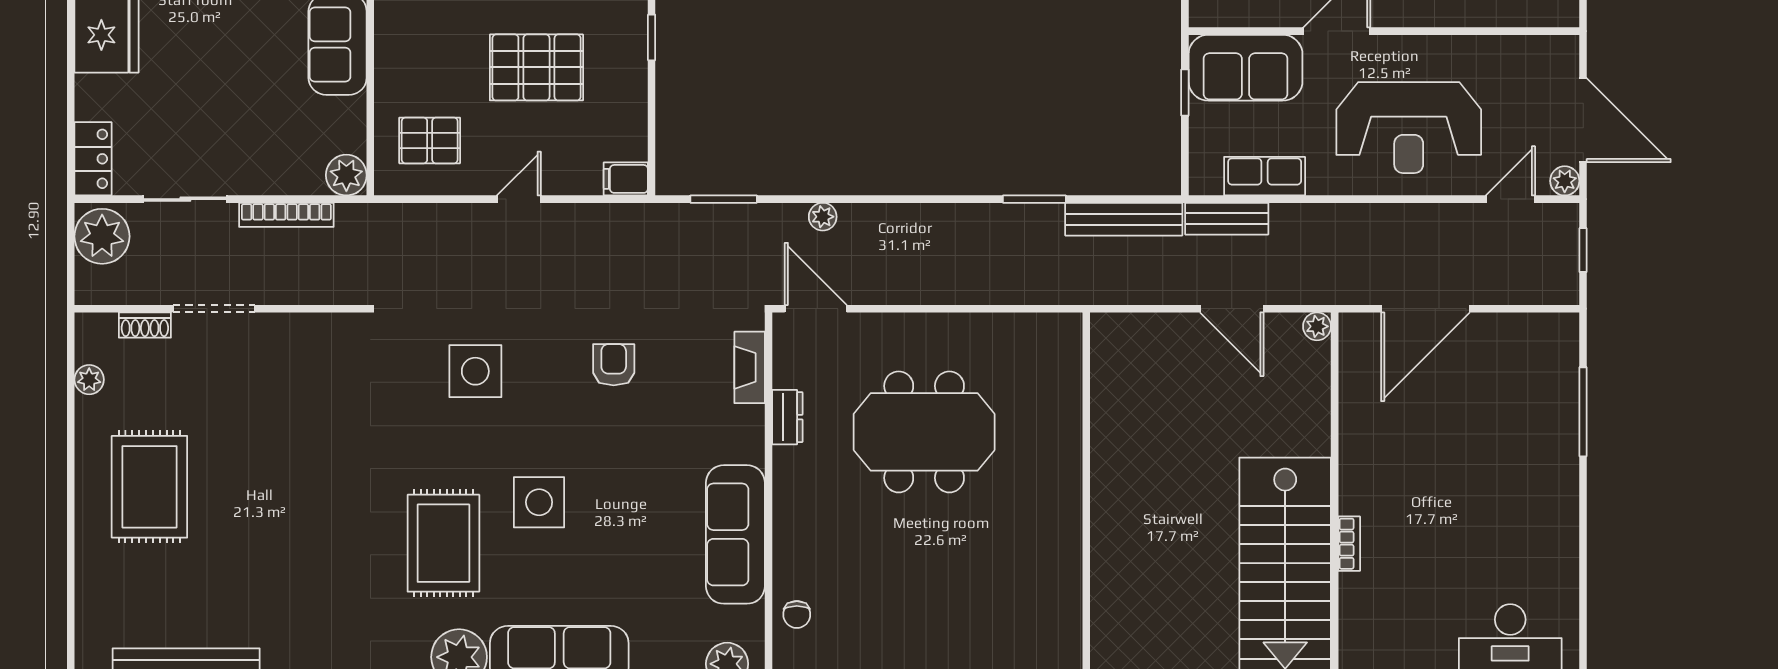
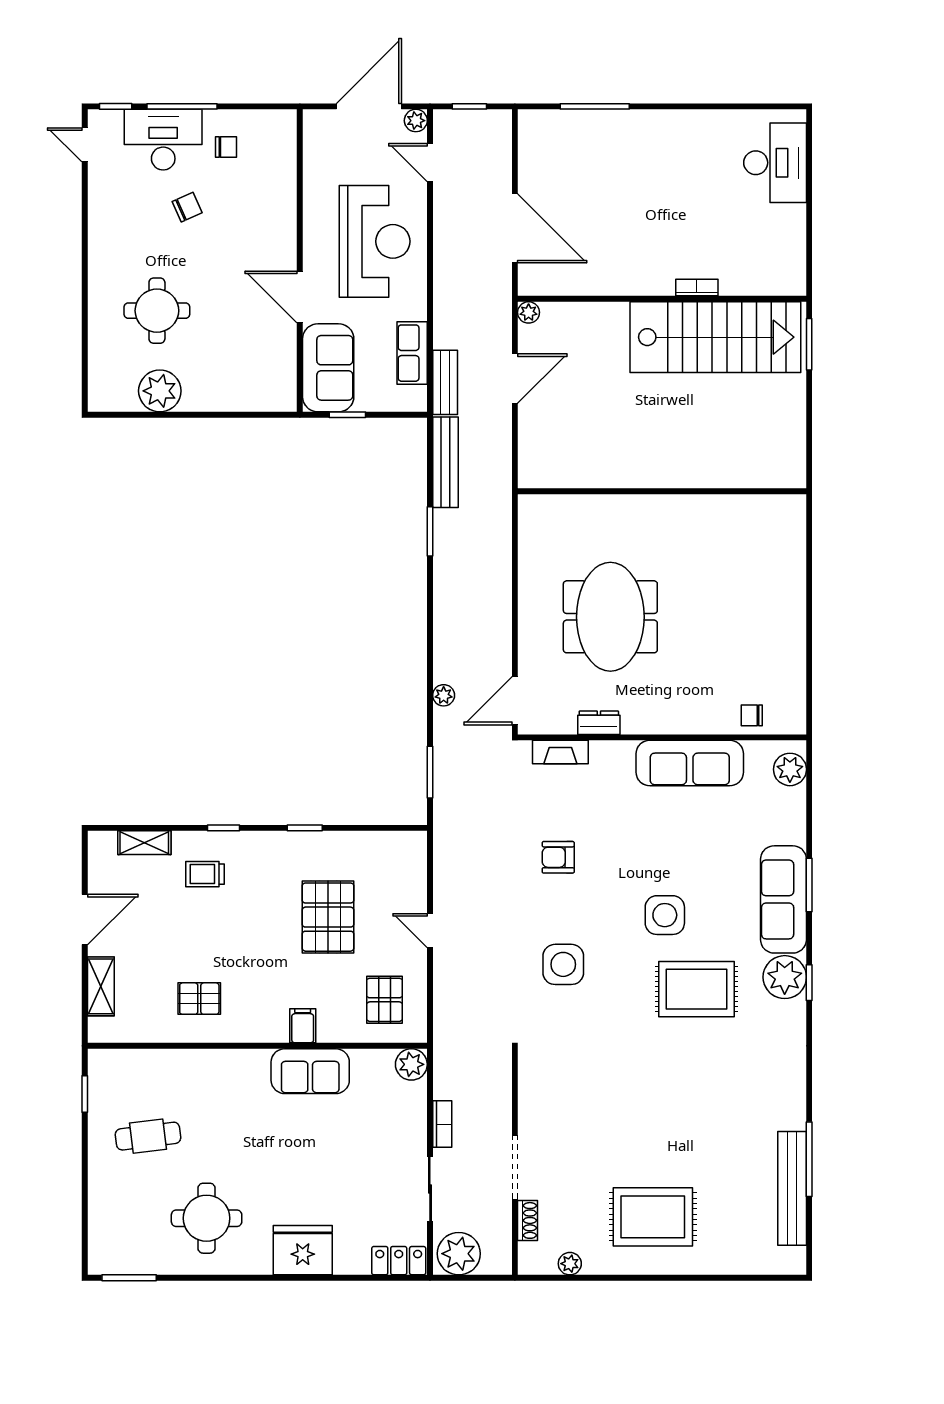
filing cabinet: (626, 179) -> (303, 1026), moved, turned 180
bookcase: (286, 215) -> (442, 1124), width x0.64
chair: (797, 614) -> (752, 715), turned 180

